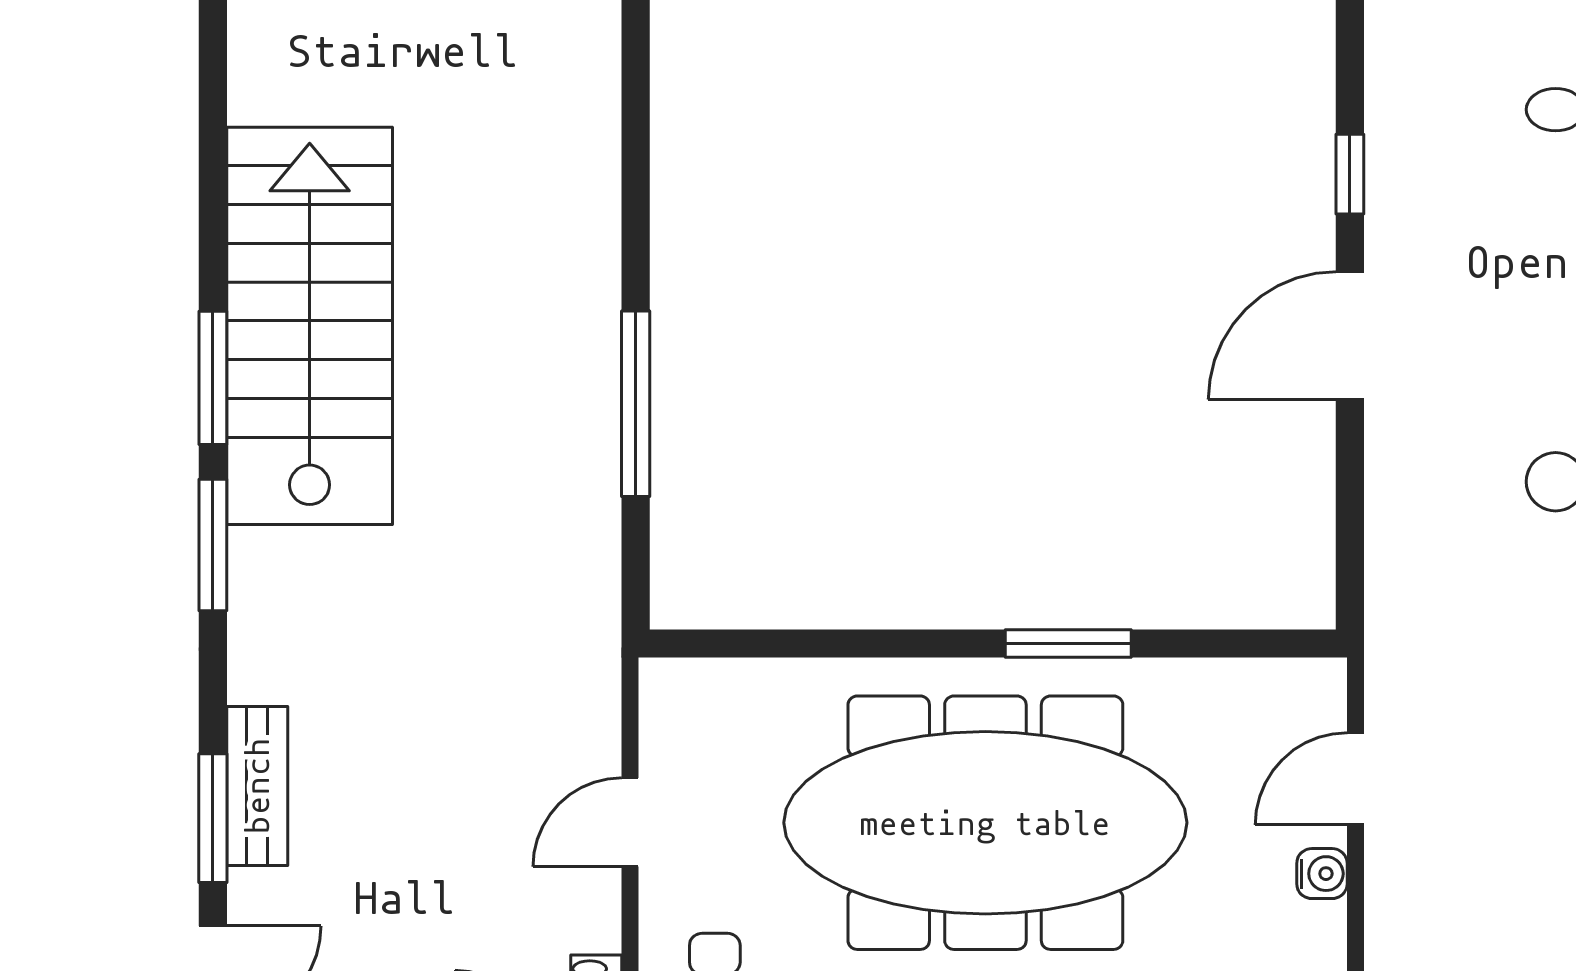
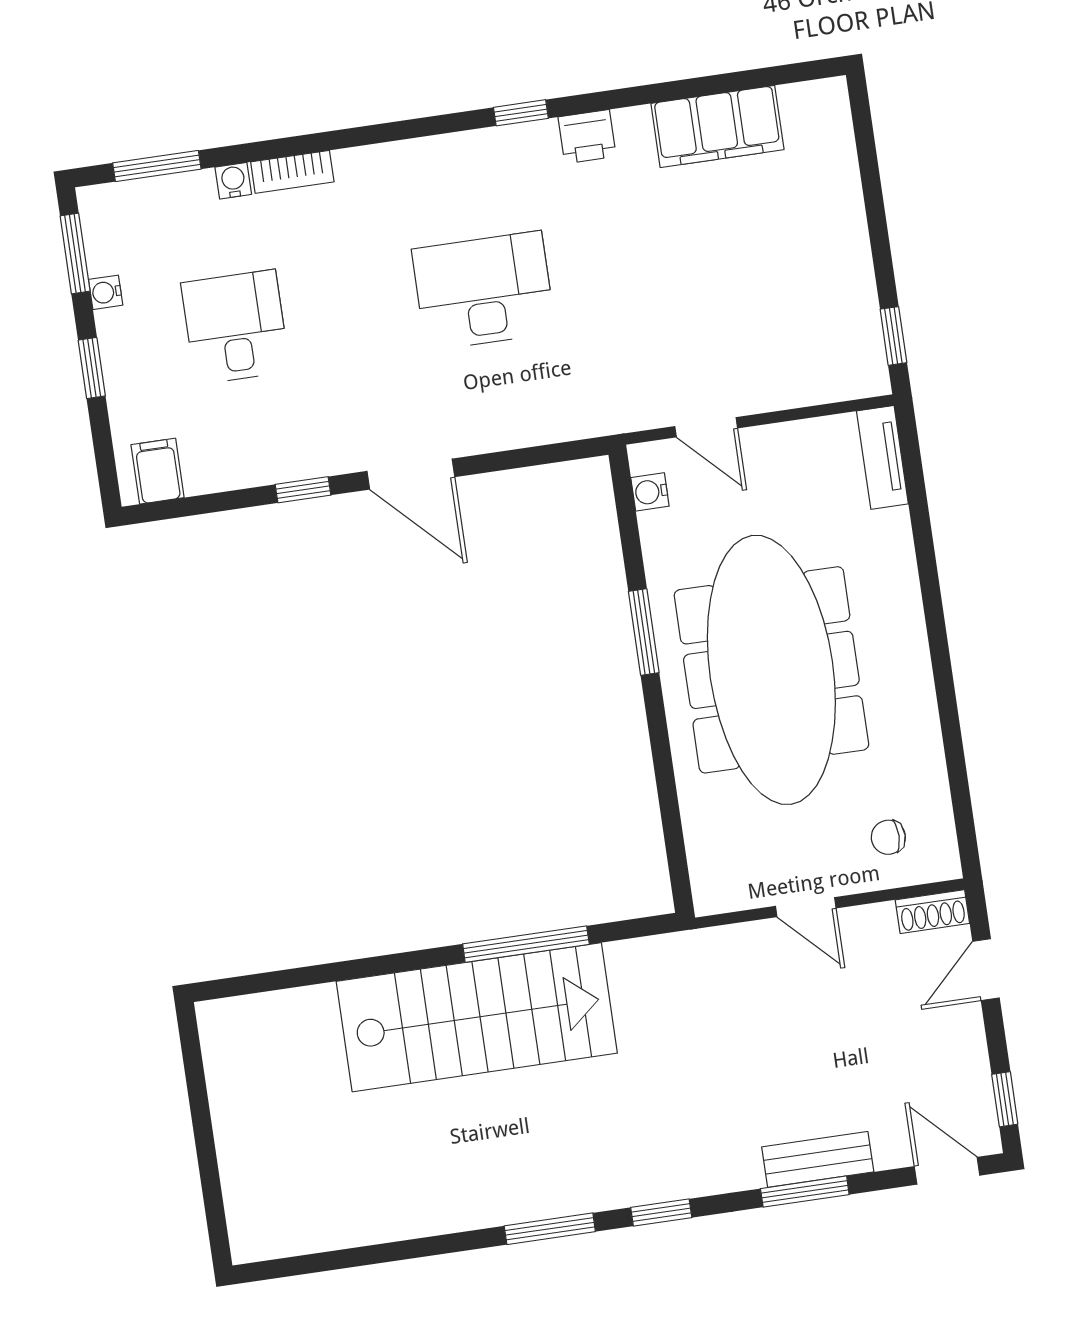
stairs: (310, 326) -> (477, 1017), moved, turned 180
window: (213, 545) -> (661, 1212), width x0.67
window: (213, 818) -> (805, 1192), moved
water cooler: (1322, 874) -> (650, 492), moved, turned -90

